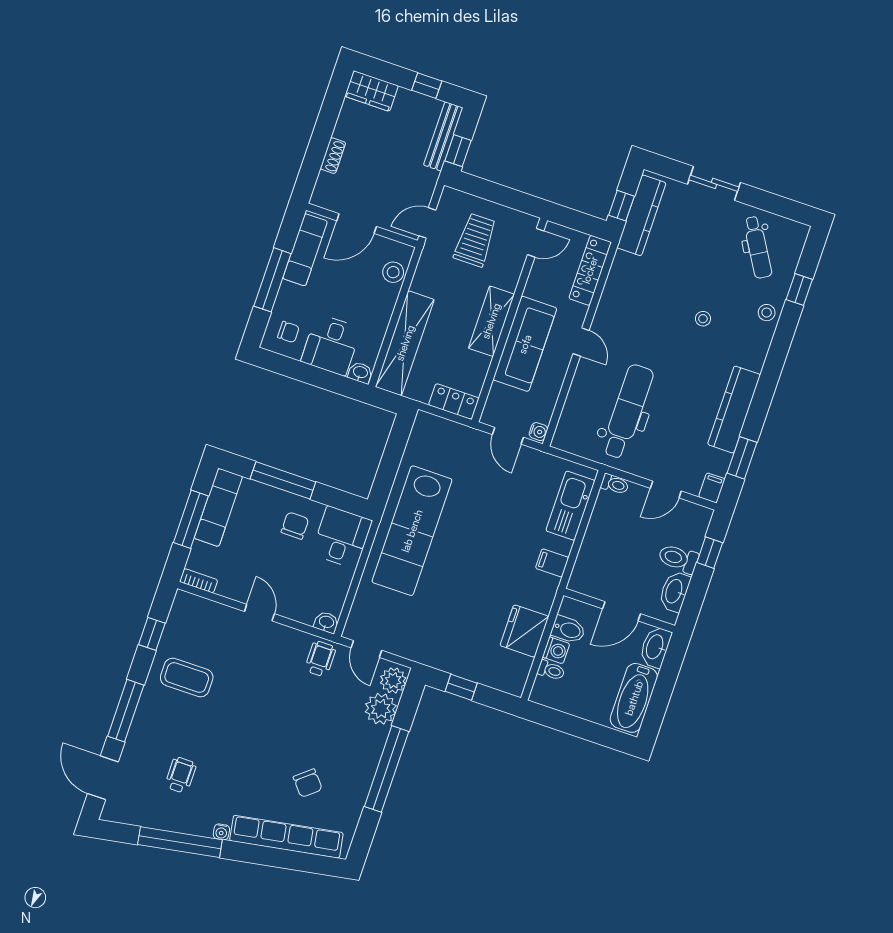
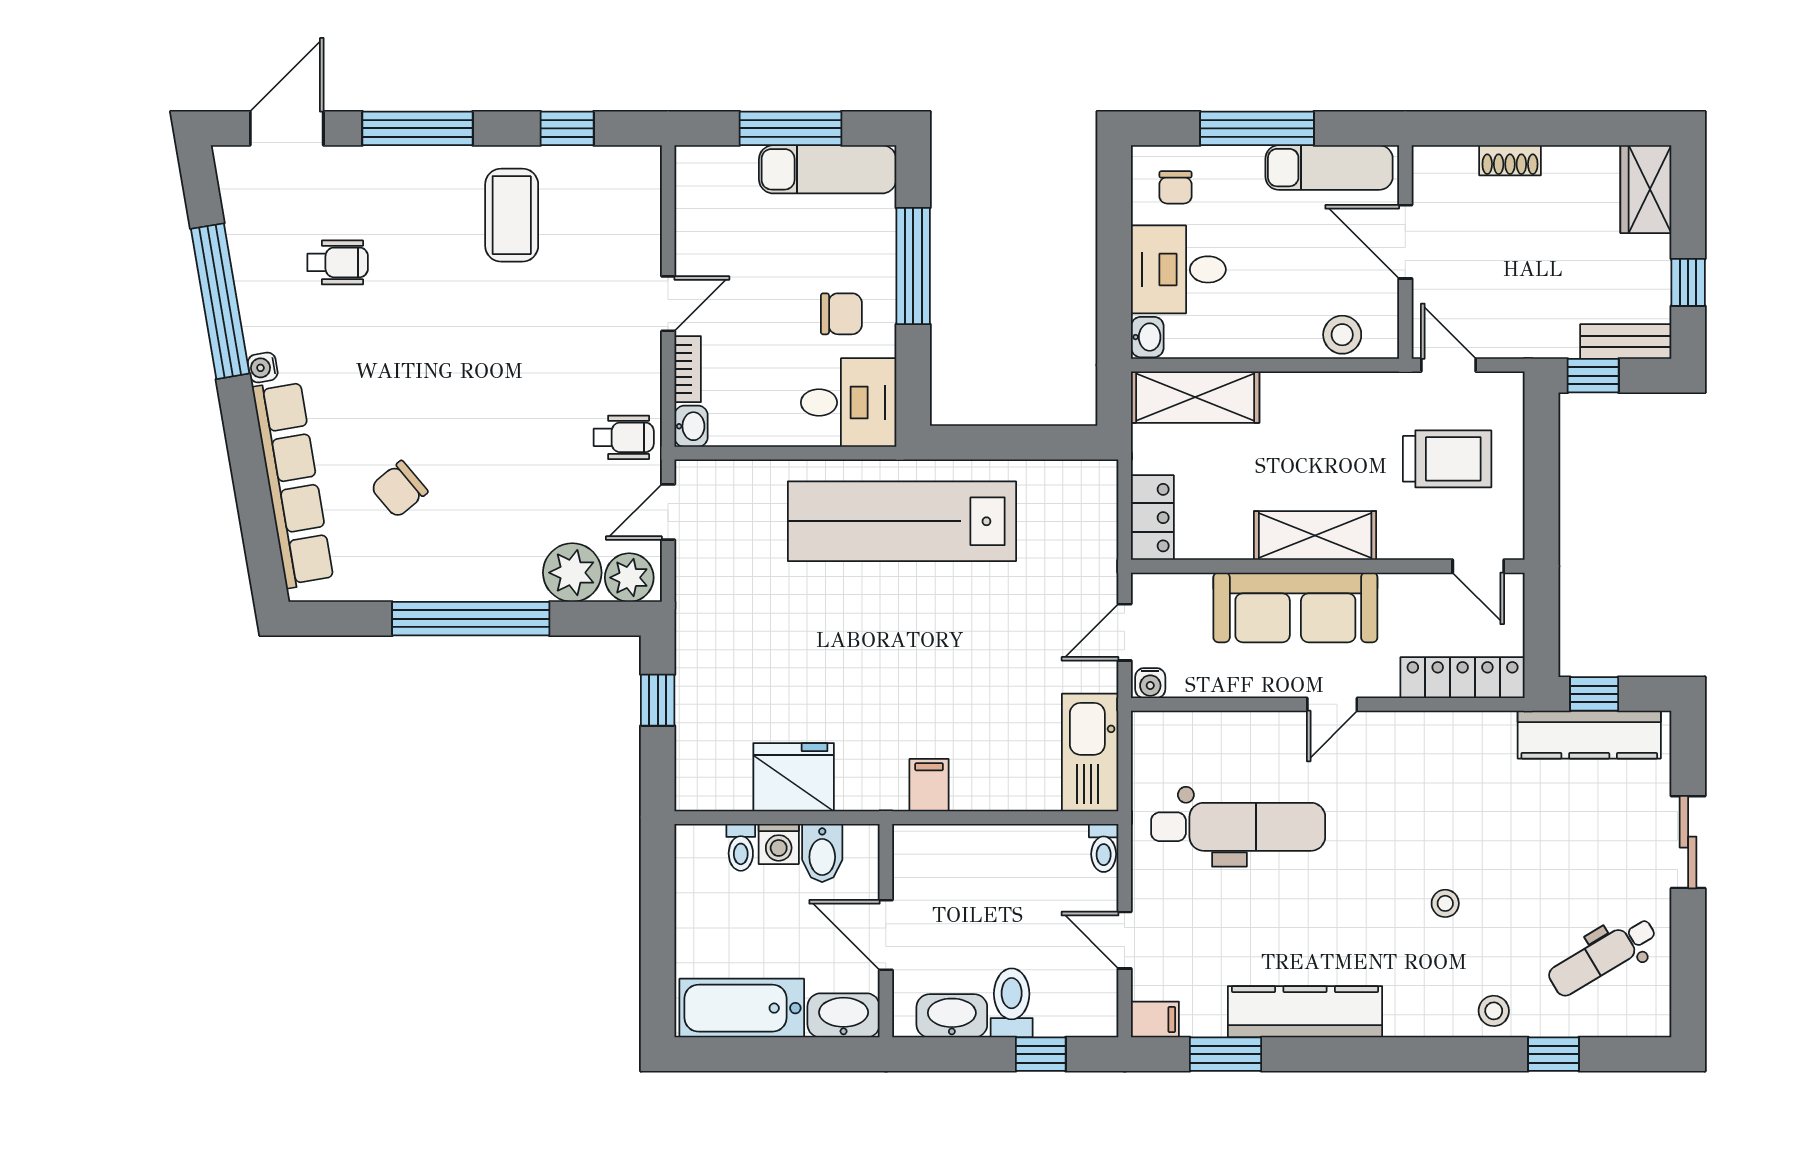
bench: (443, 136) -> (1626, 341), width x0.73
shelving: (405, 343) -> (1195, 397), width x0.68
kitchen sink: (570, 506) -> (1090, 752), moved, turned -90
bookcase: (199, 581) -> (688, 369), moved

